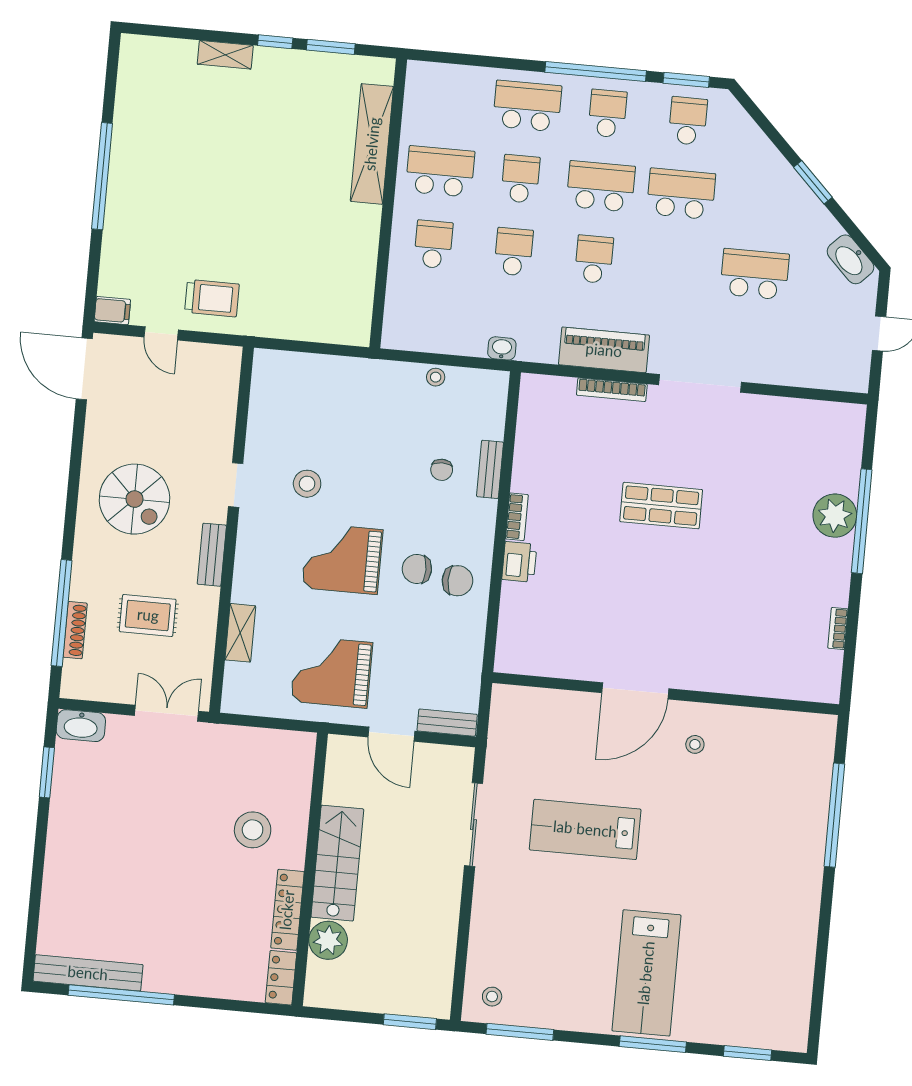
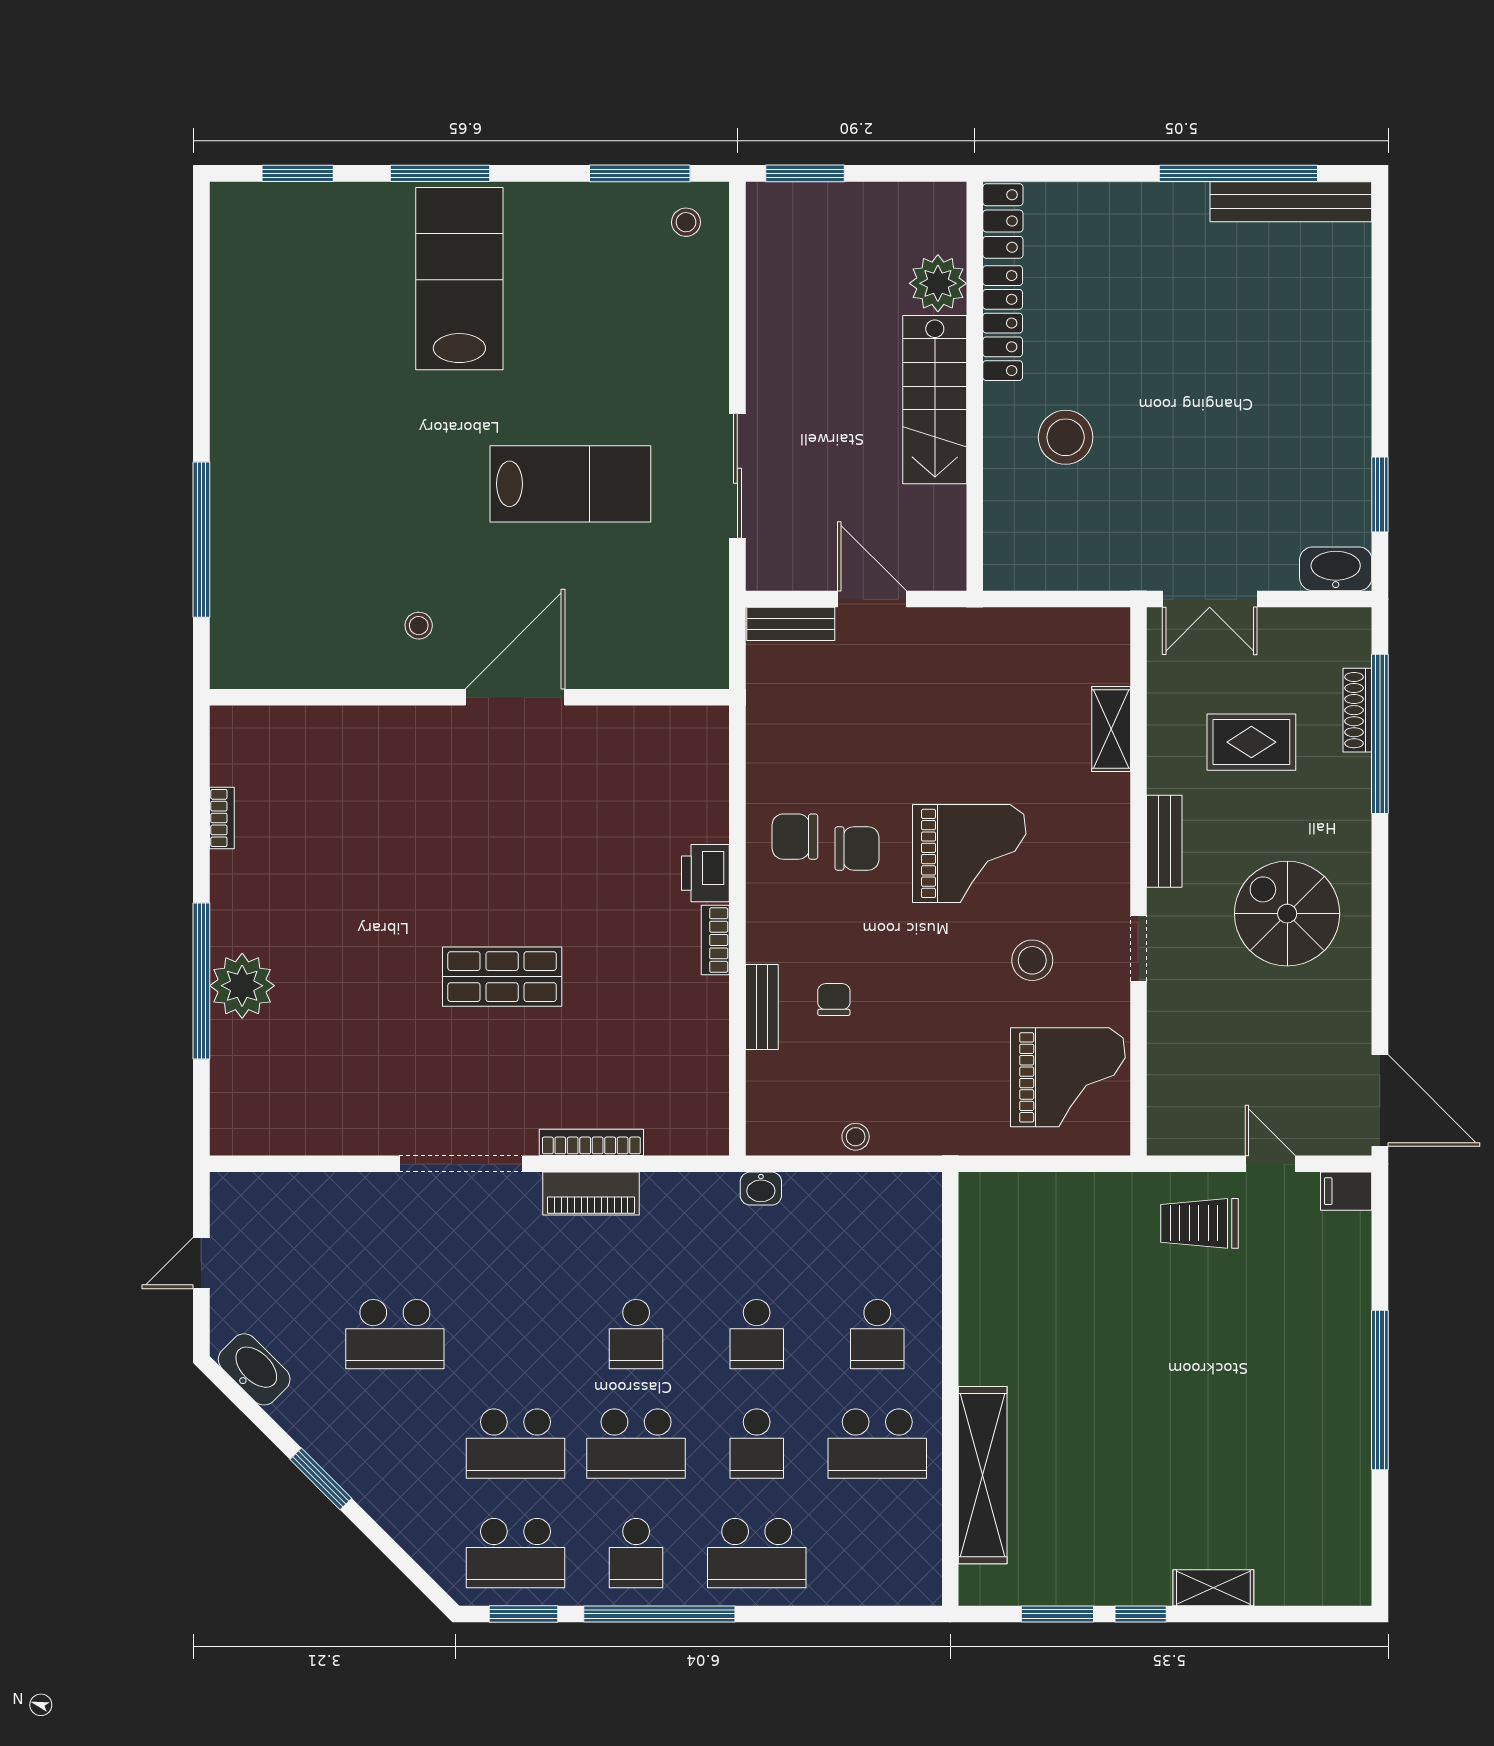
school desk: (688, 121) -> (515, 1553), width x1.85
piano: (604, 350) -> (591, 1193), width x0.73, depth x0.75
grand piano: (332, 672) -> (1068, 1077), moved

